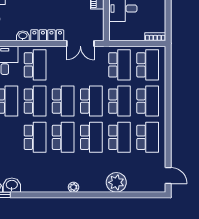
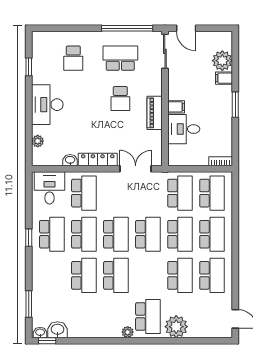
double door: (80, 43) -> (136, 169), swing flipped
school desk: (91, 137) -> (148, 317), moved

